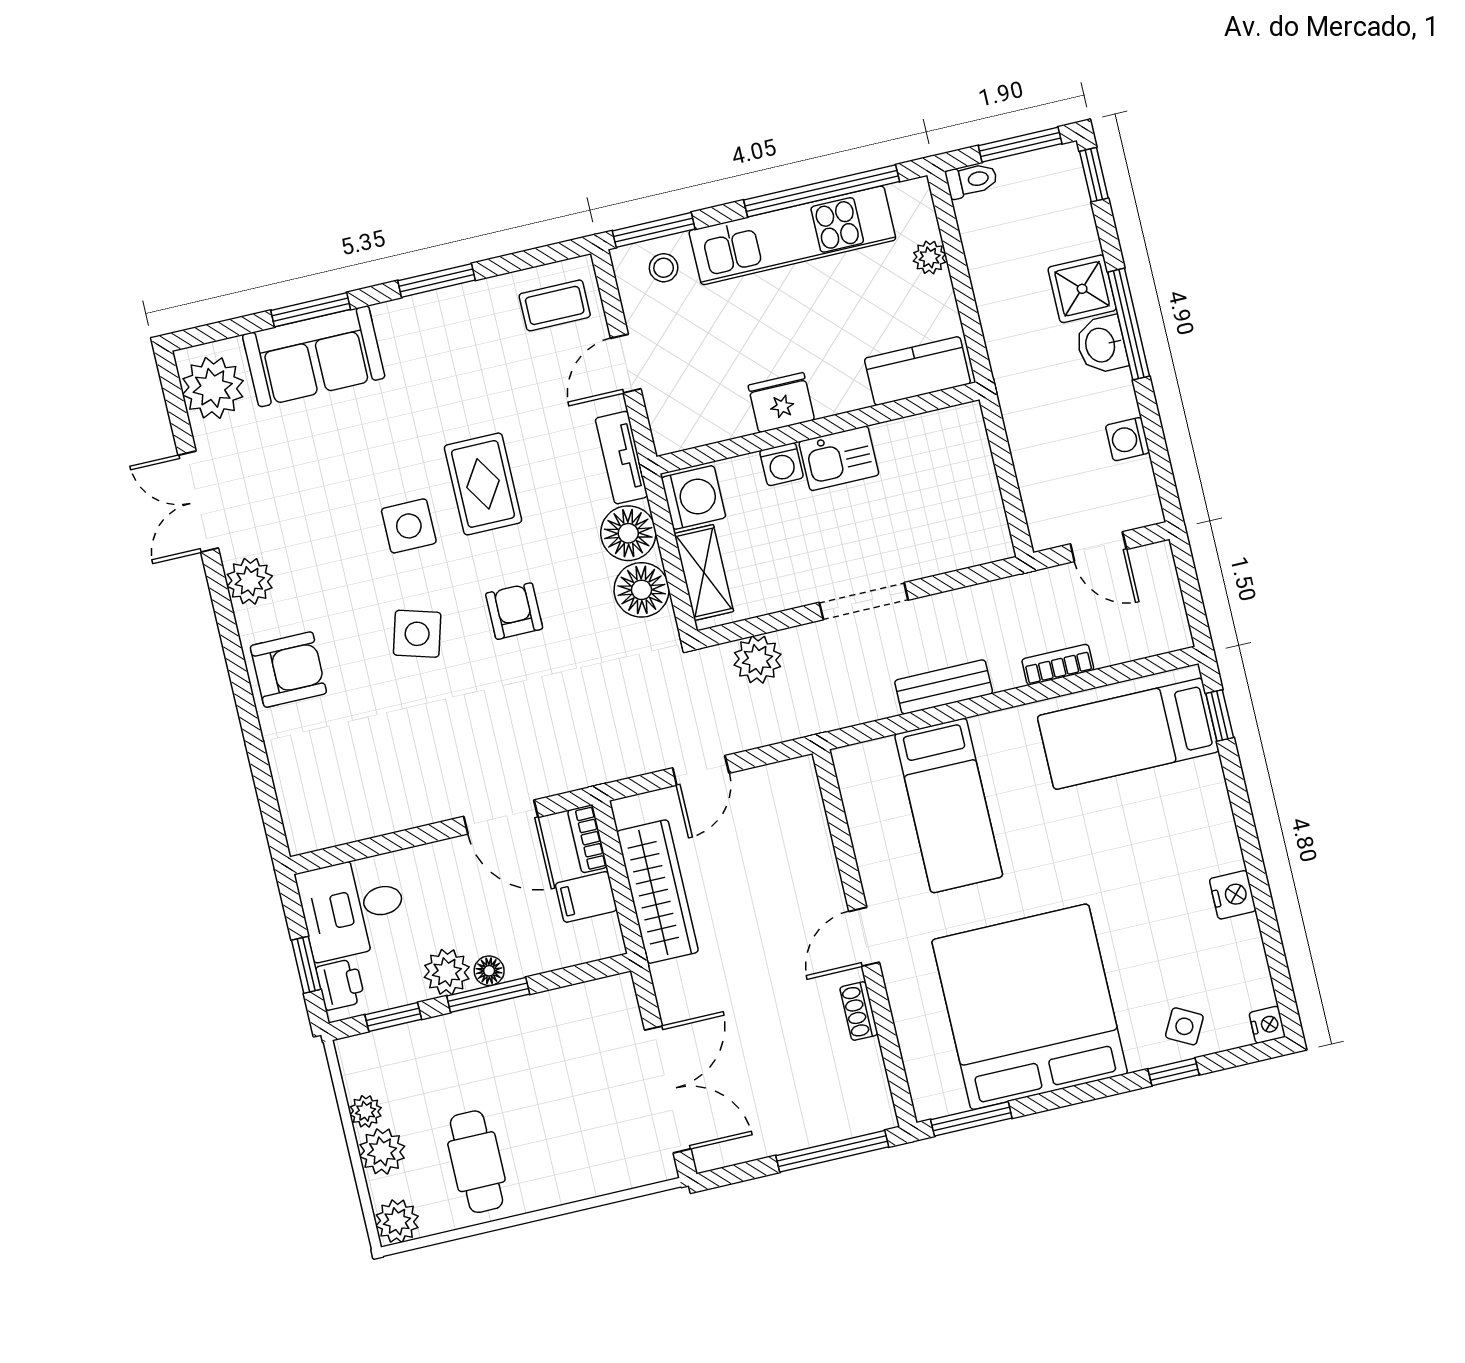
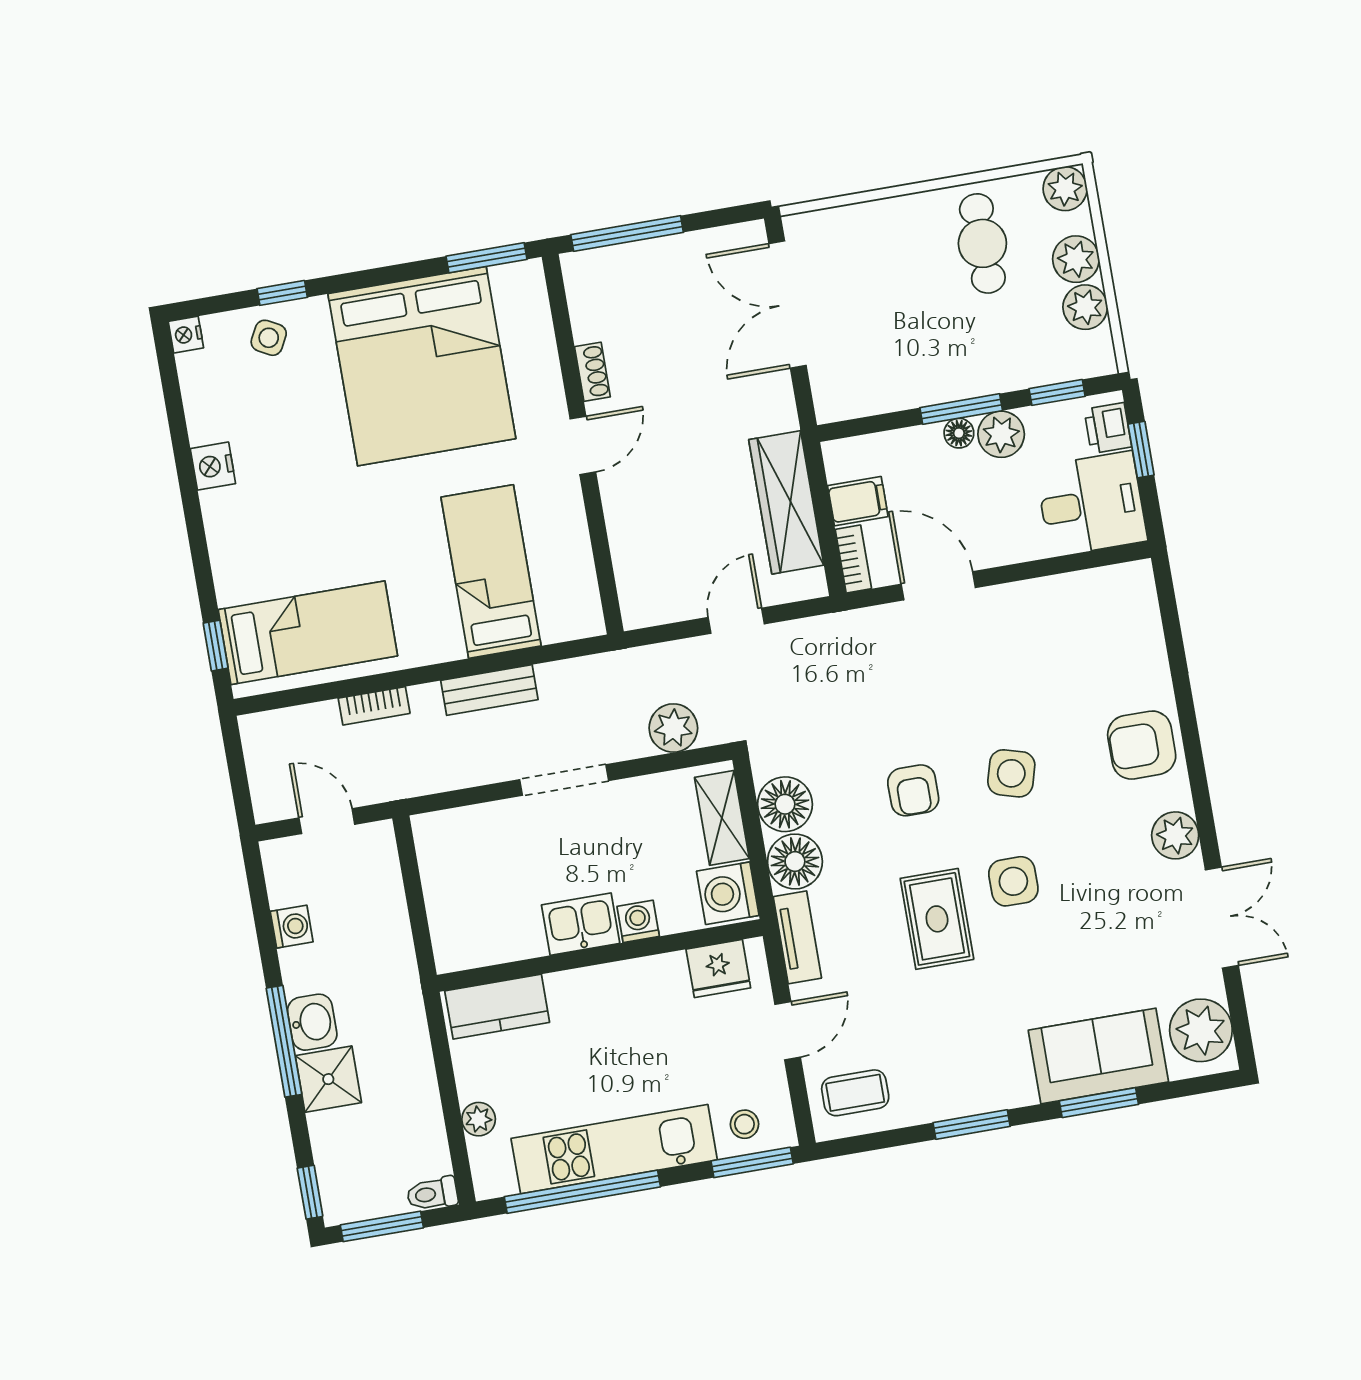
fridge: (781, 403) -> (718, 969), moved
plant: (366, 1111) -> (1085, 307), width x1.38, depth x1.38

